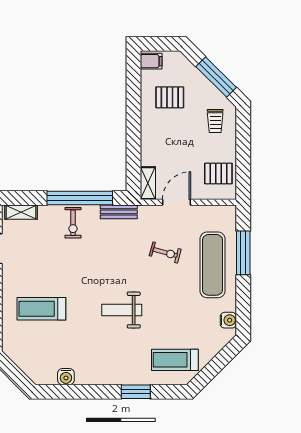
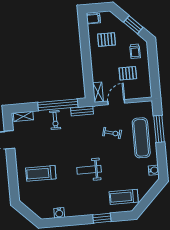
window: (216, 77) -> (133, 25), width x0.69
pallet: (218, 174) -> (128, 73), moved

